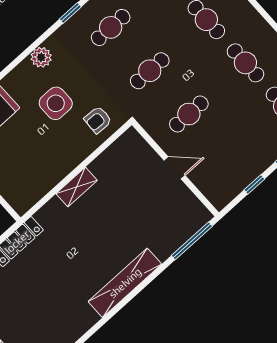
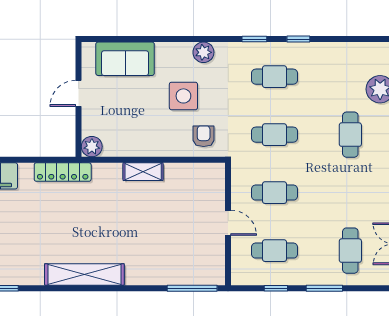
cafe table: (245, 63) -> (275, 251), moved, turned 90
armchair: (98, 120) -> (204, 136), turned 88
plant: (21, 203) -> (92, 147), added
shelving: (125, 283) -> (84, 274), moved

